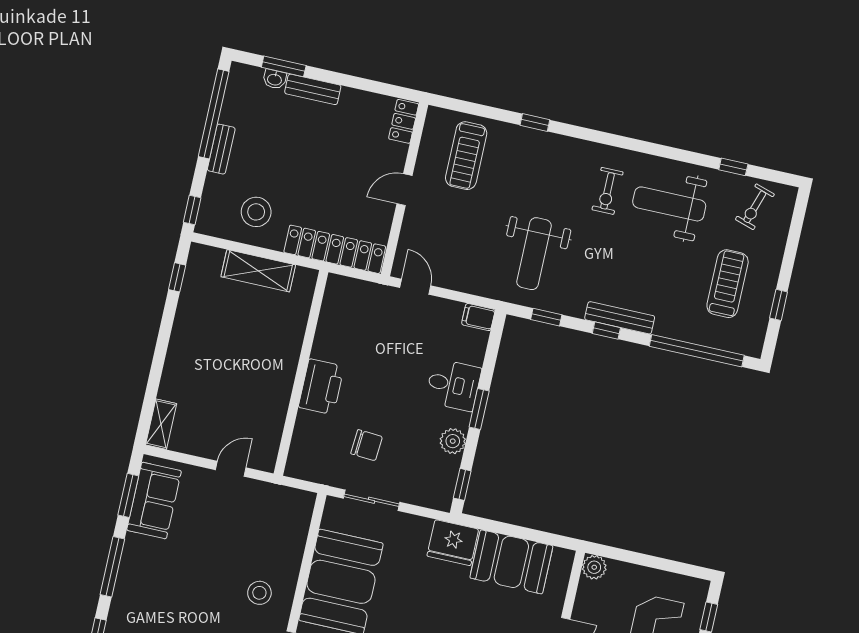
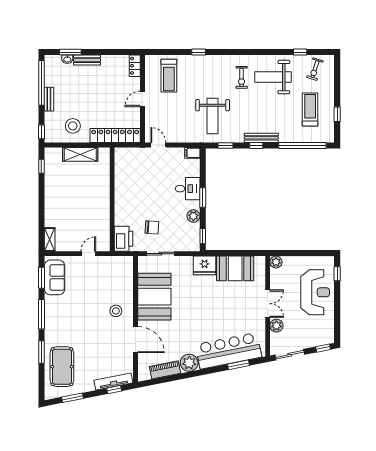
printer: (321, 387) -> (124, 239), moved

